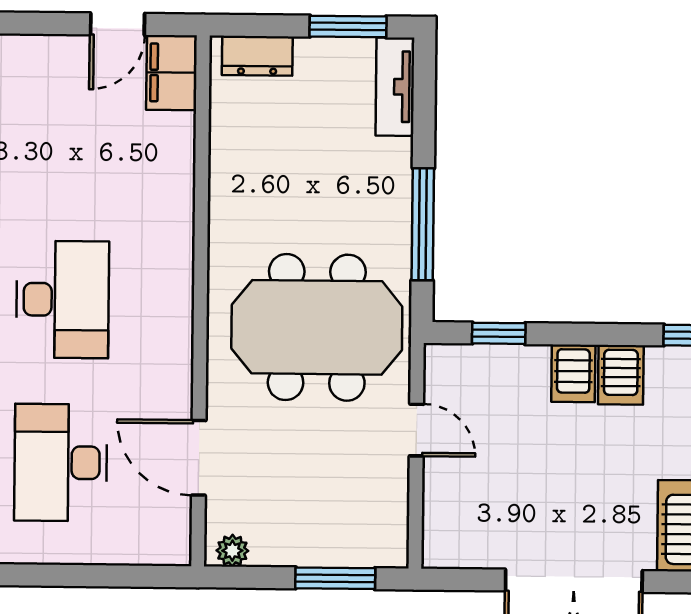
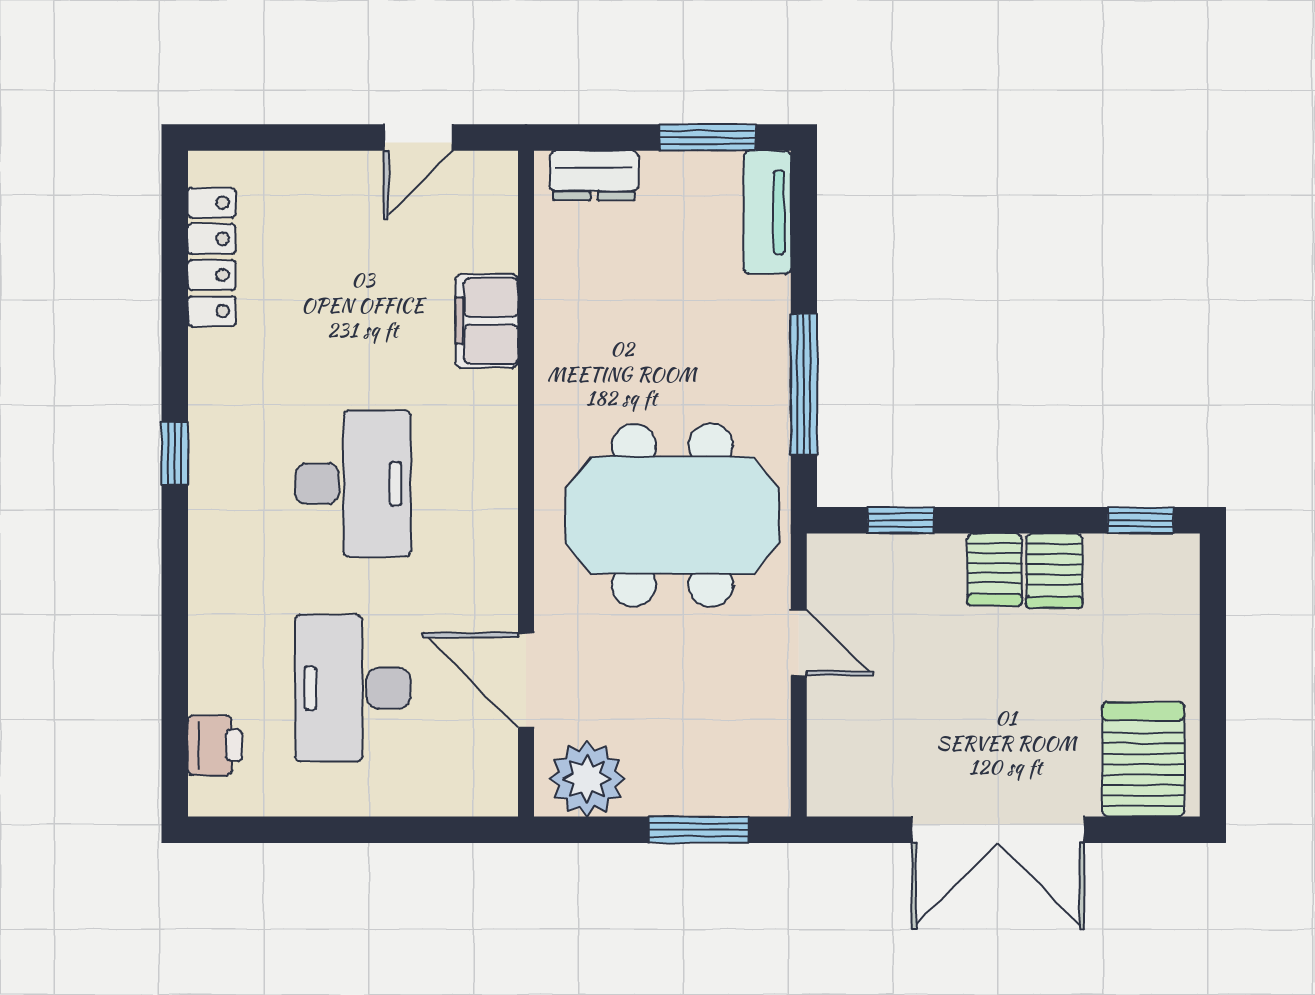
filing cabinet: (172, 73) -> (487, 321), moved
plant: (232, 551) -> (587, 779), width x1.88, depth x1.88

